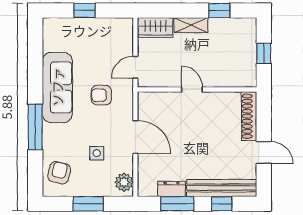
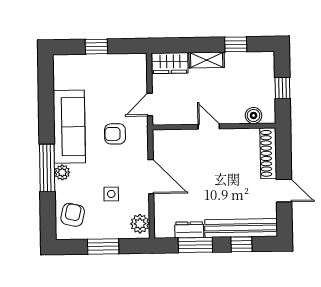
boiler: (235, 79) -> (254, 115), added
plant: (50, 132) -> (62, 172), added

